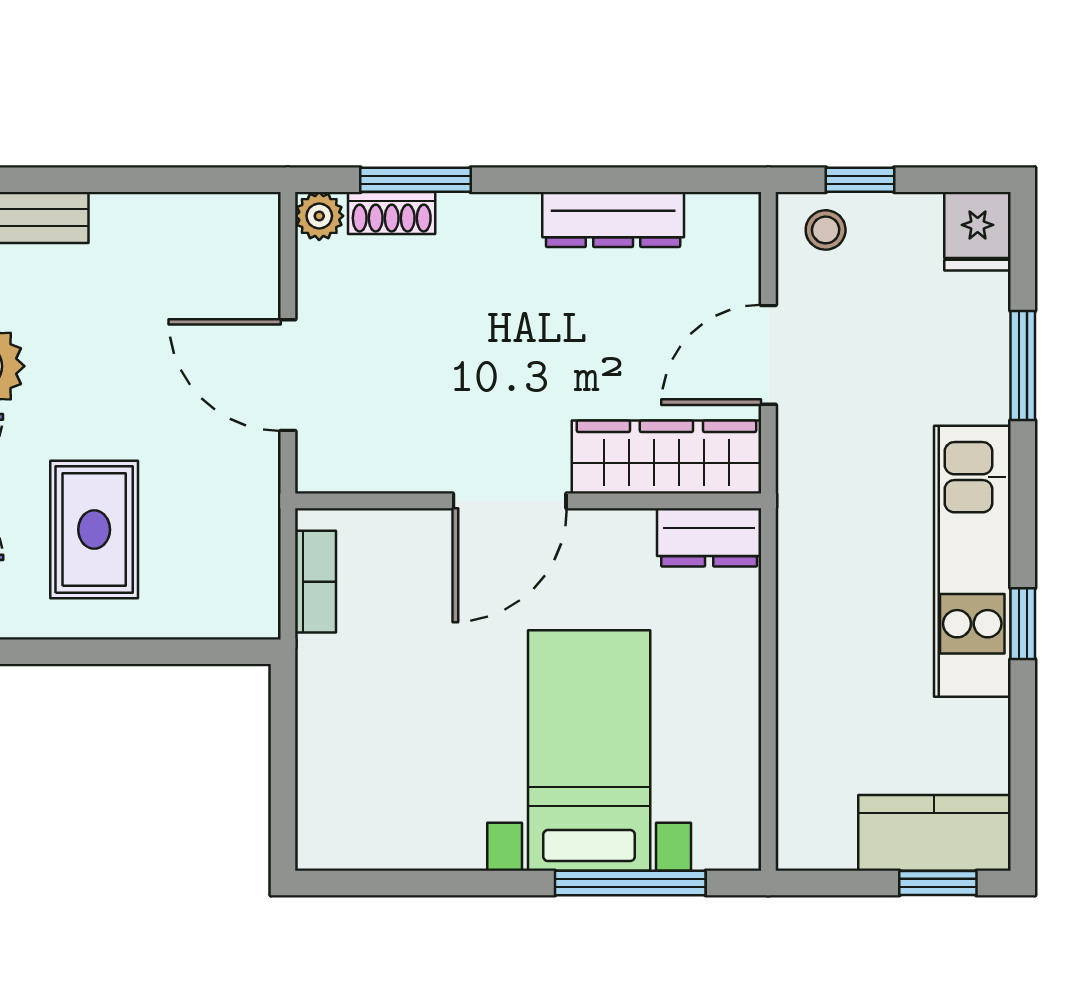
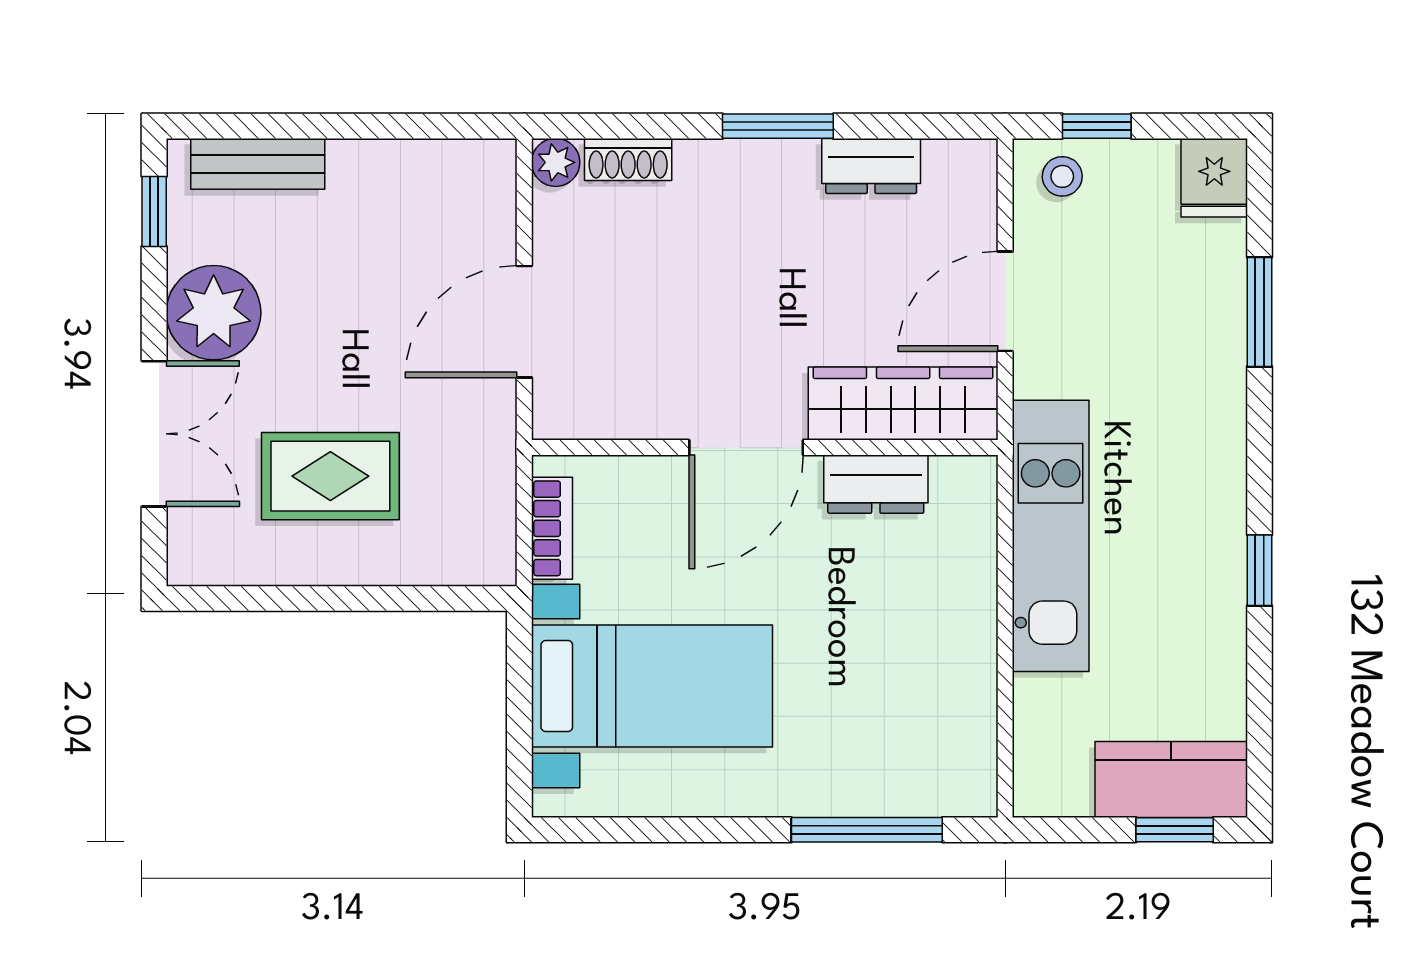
window: (416, 180) -> (778, 126), moved
dresser: (613, 220) -> (871, 166), width x0.70
door: (288, 375) -> (524, 322), hinge flipped
rug: (94, 530) -> (330, 476), turned 90
dresser: (709, 537) -> (876, 484), moved
kitchen unit: (972, 561) -> (1051, 536), moved, turned 180
bed with nightstands: (589, 750) -> (652, 686), moved, turned 90

